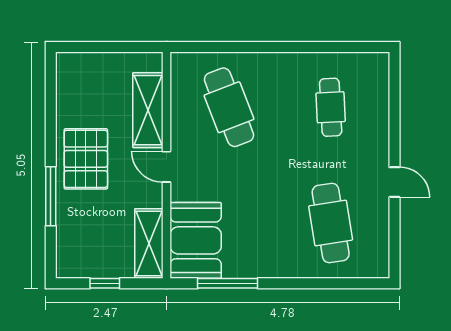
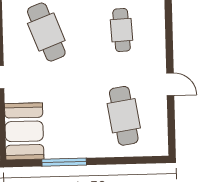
window: (228, 283) -> (64, 162), moved

